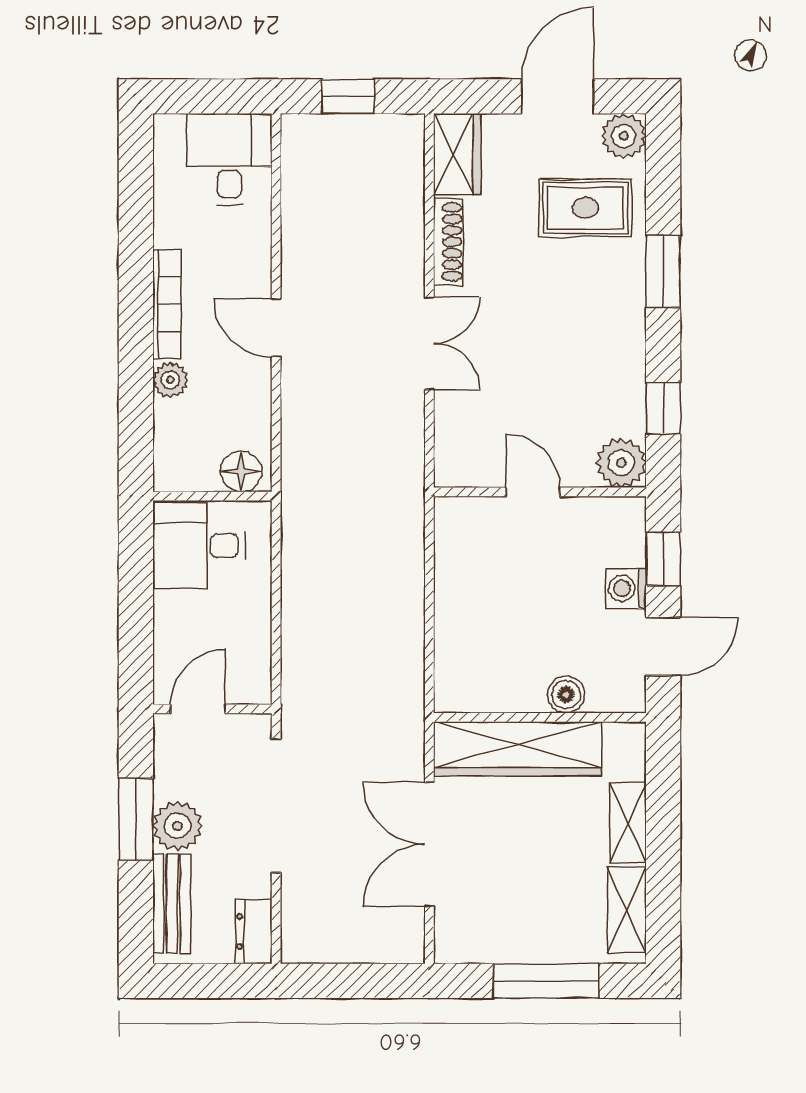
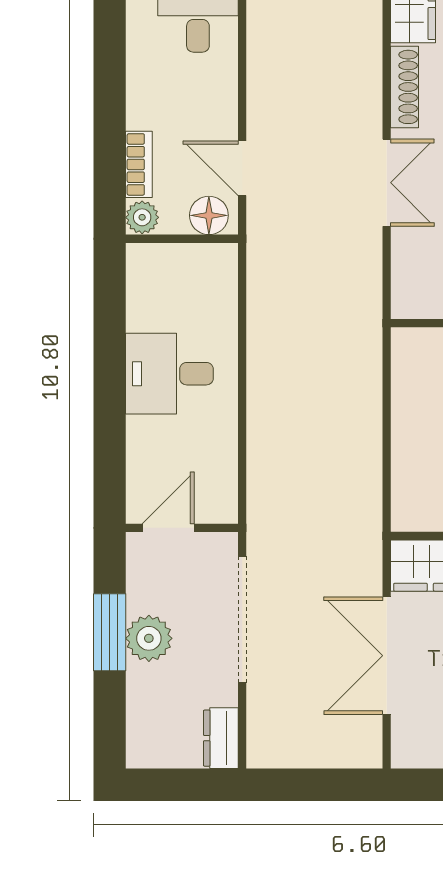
bookcase: (167, 304) -> (139, 164), width x0.64
floor lamp: (241, 471) -> (209, 215), moved
wall: (212, 496) -> (182, 239), moved
bench: (172, 903) -> (144, 712), removed

